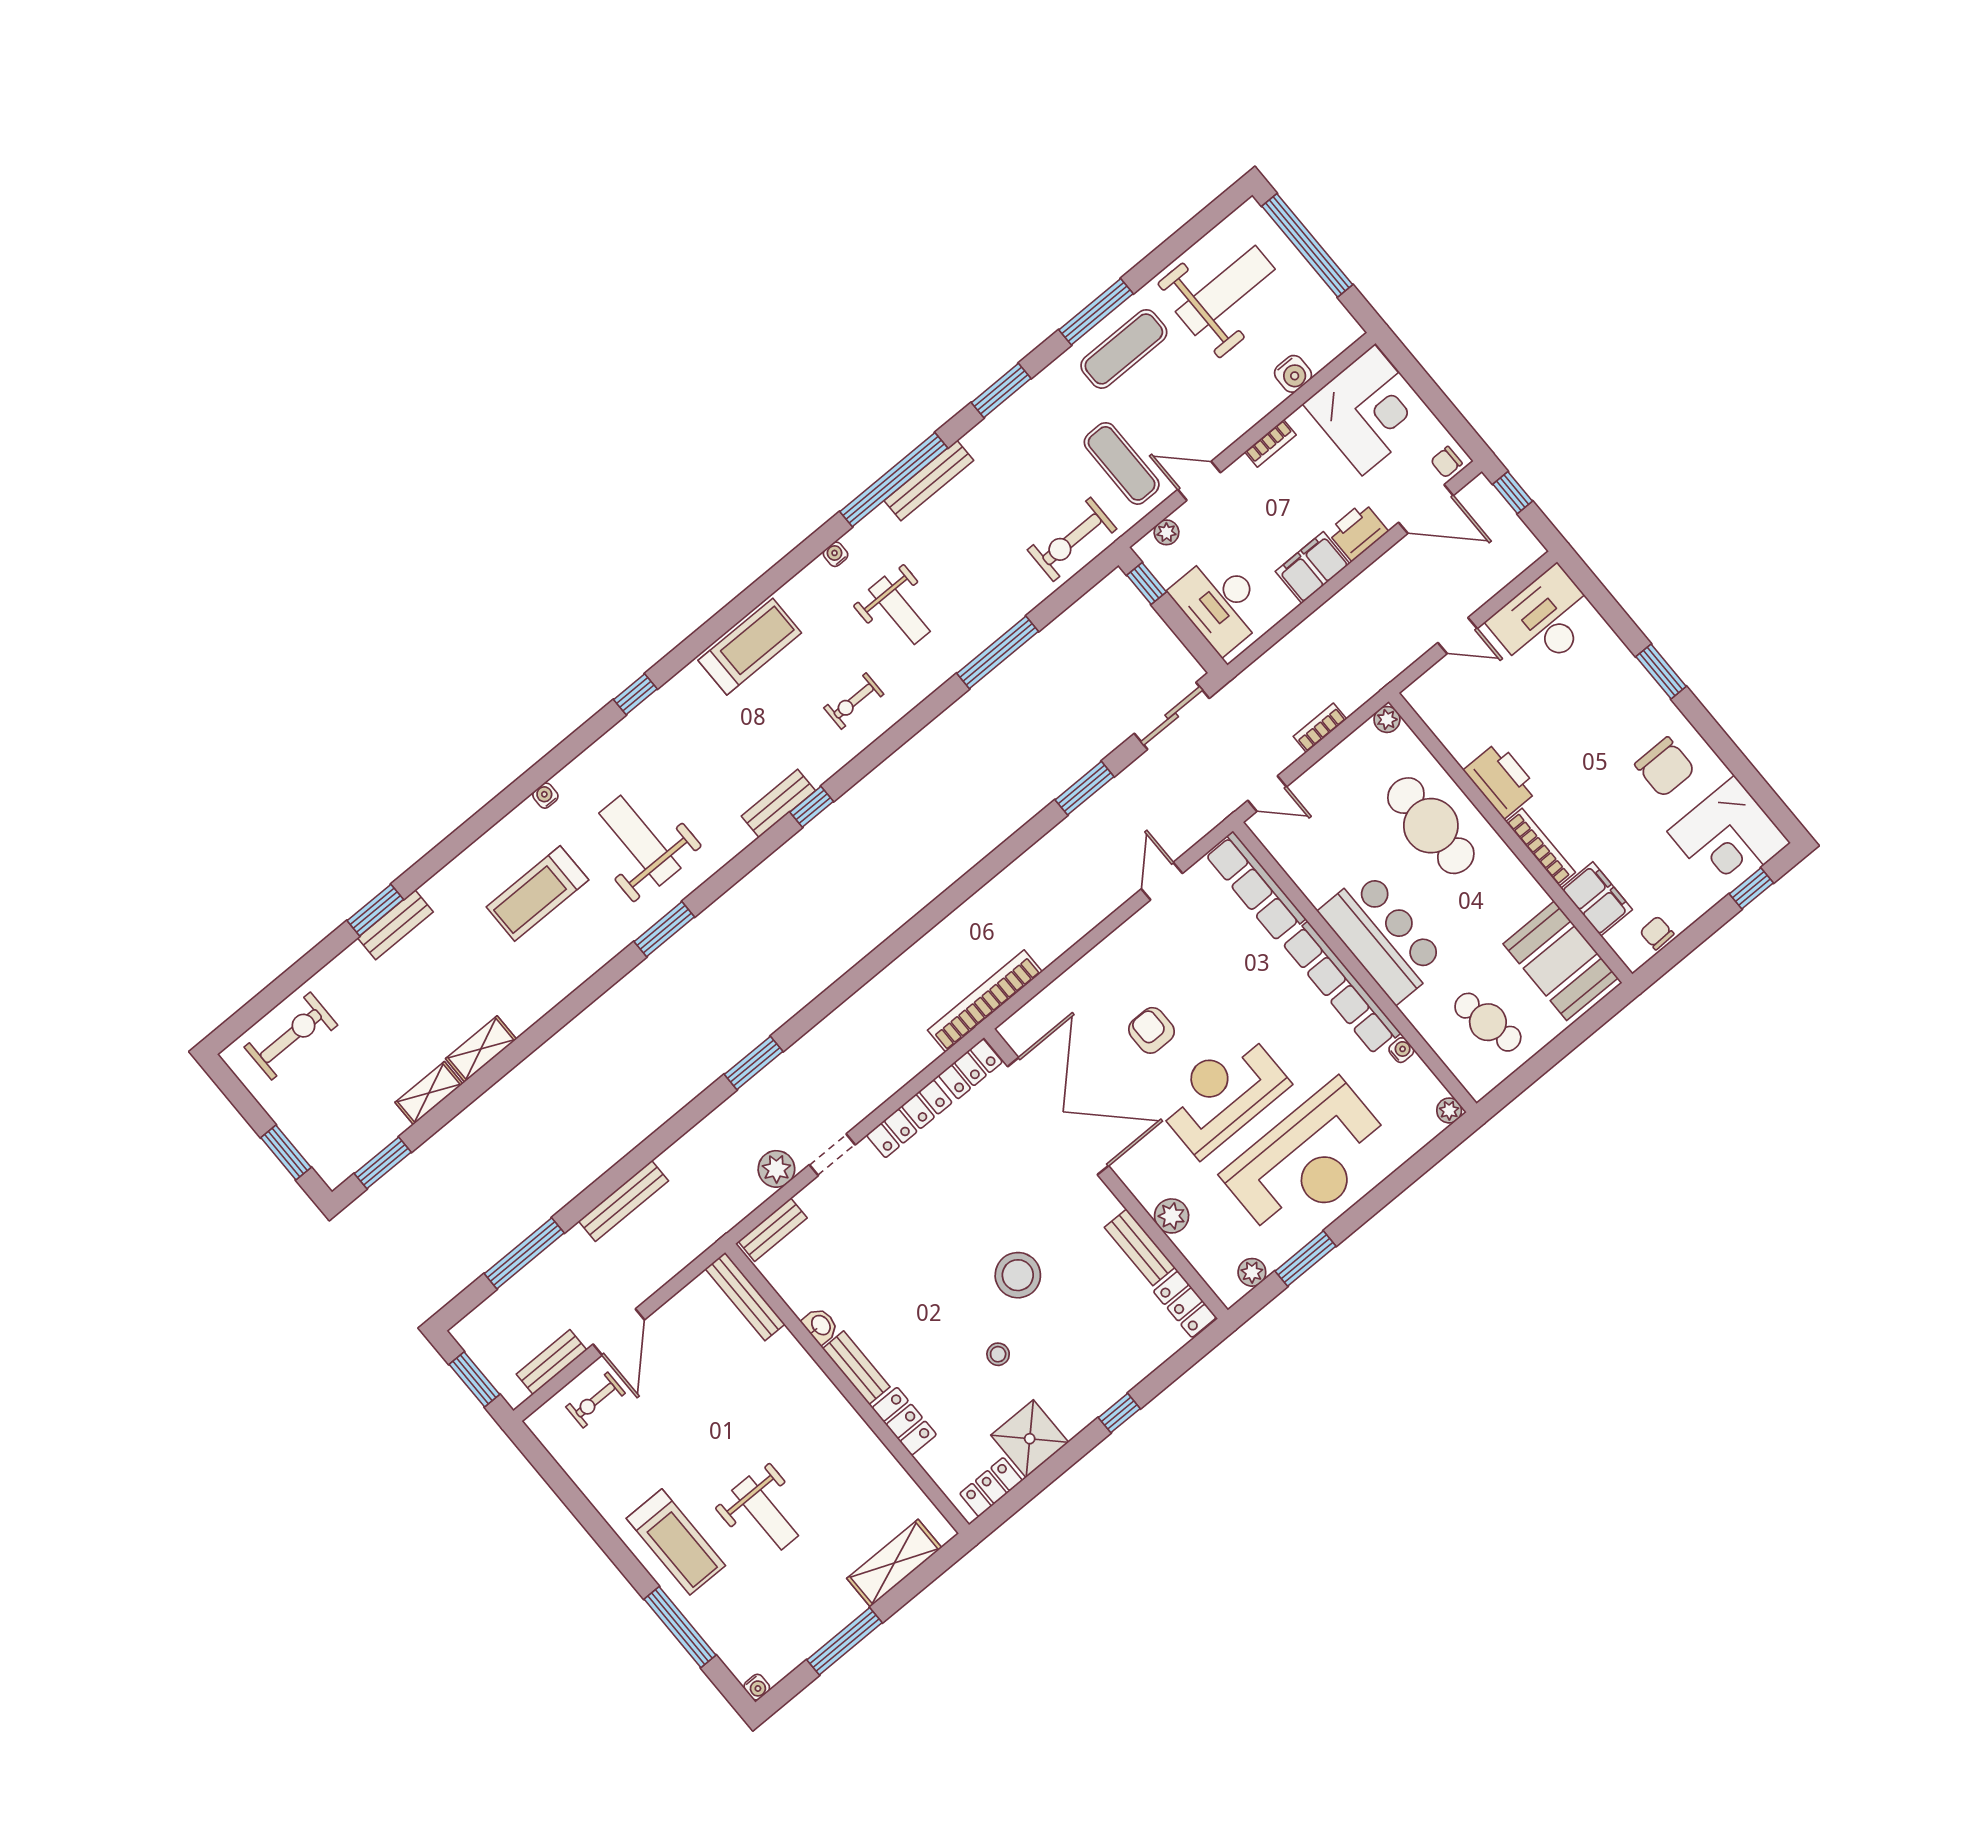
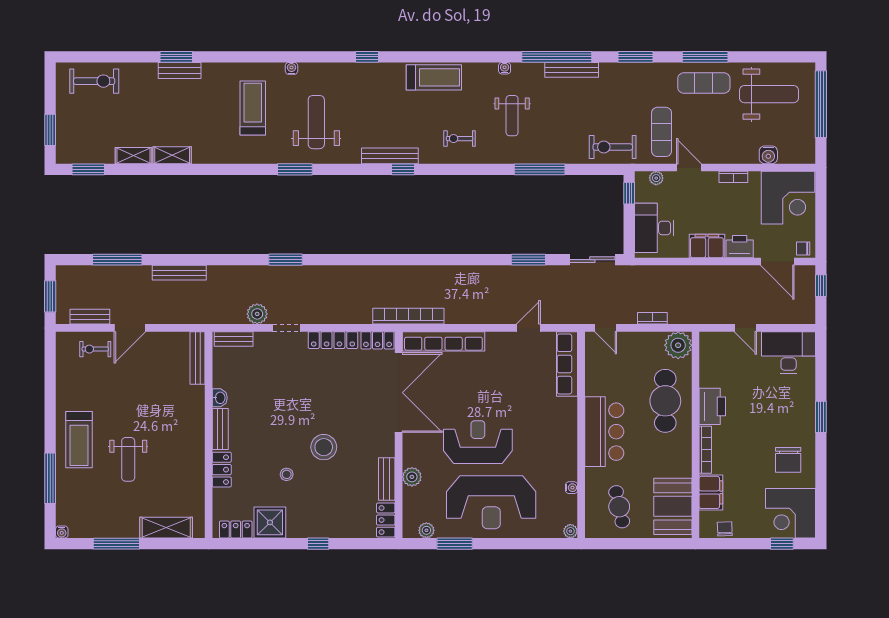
plant: (1387, 719) -> (678, 345), width x1.87, depth x1.87
bench: (778, 803) -> (390, 156), width x1.36
treadmill: (537, 893) -> (253, 108), turned 90
row of seats: (1341, 988) -> (443, 341), moved, turned -90
armchair: (1151, 1030) -> (470, 389), removed

